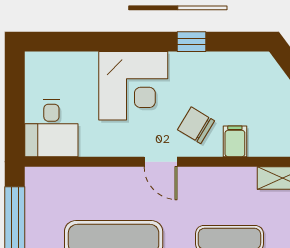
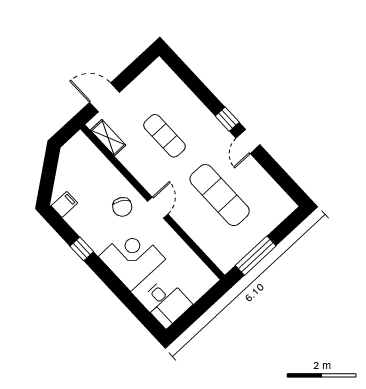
desk: (51, 128) -> (166, 302), moved, turned 90
filing cabinet: (235, 141) -> (64, 204), moved, turned 180

